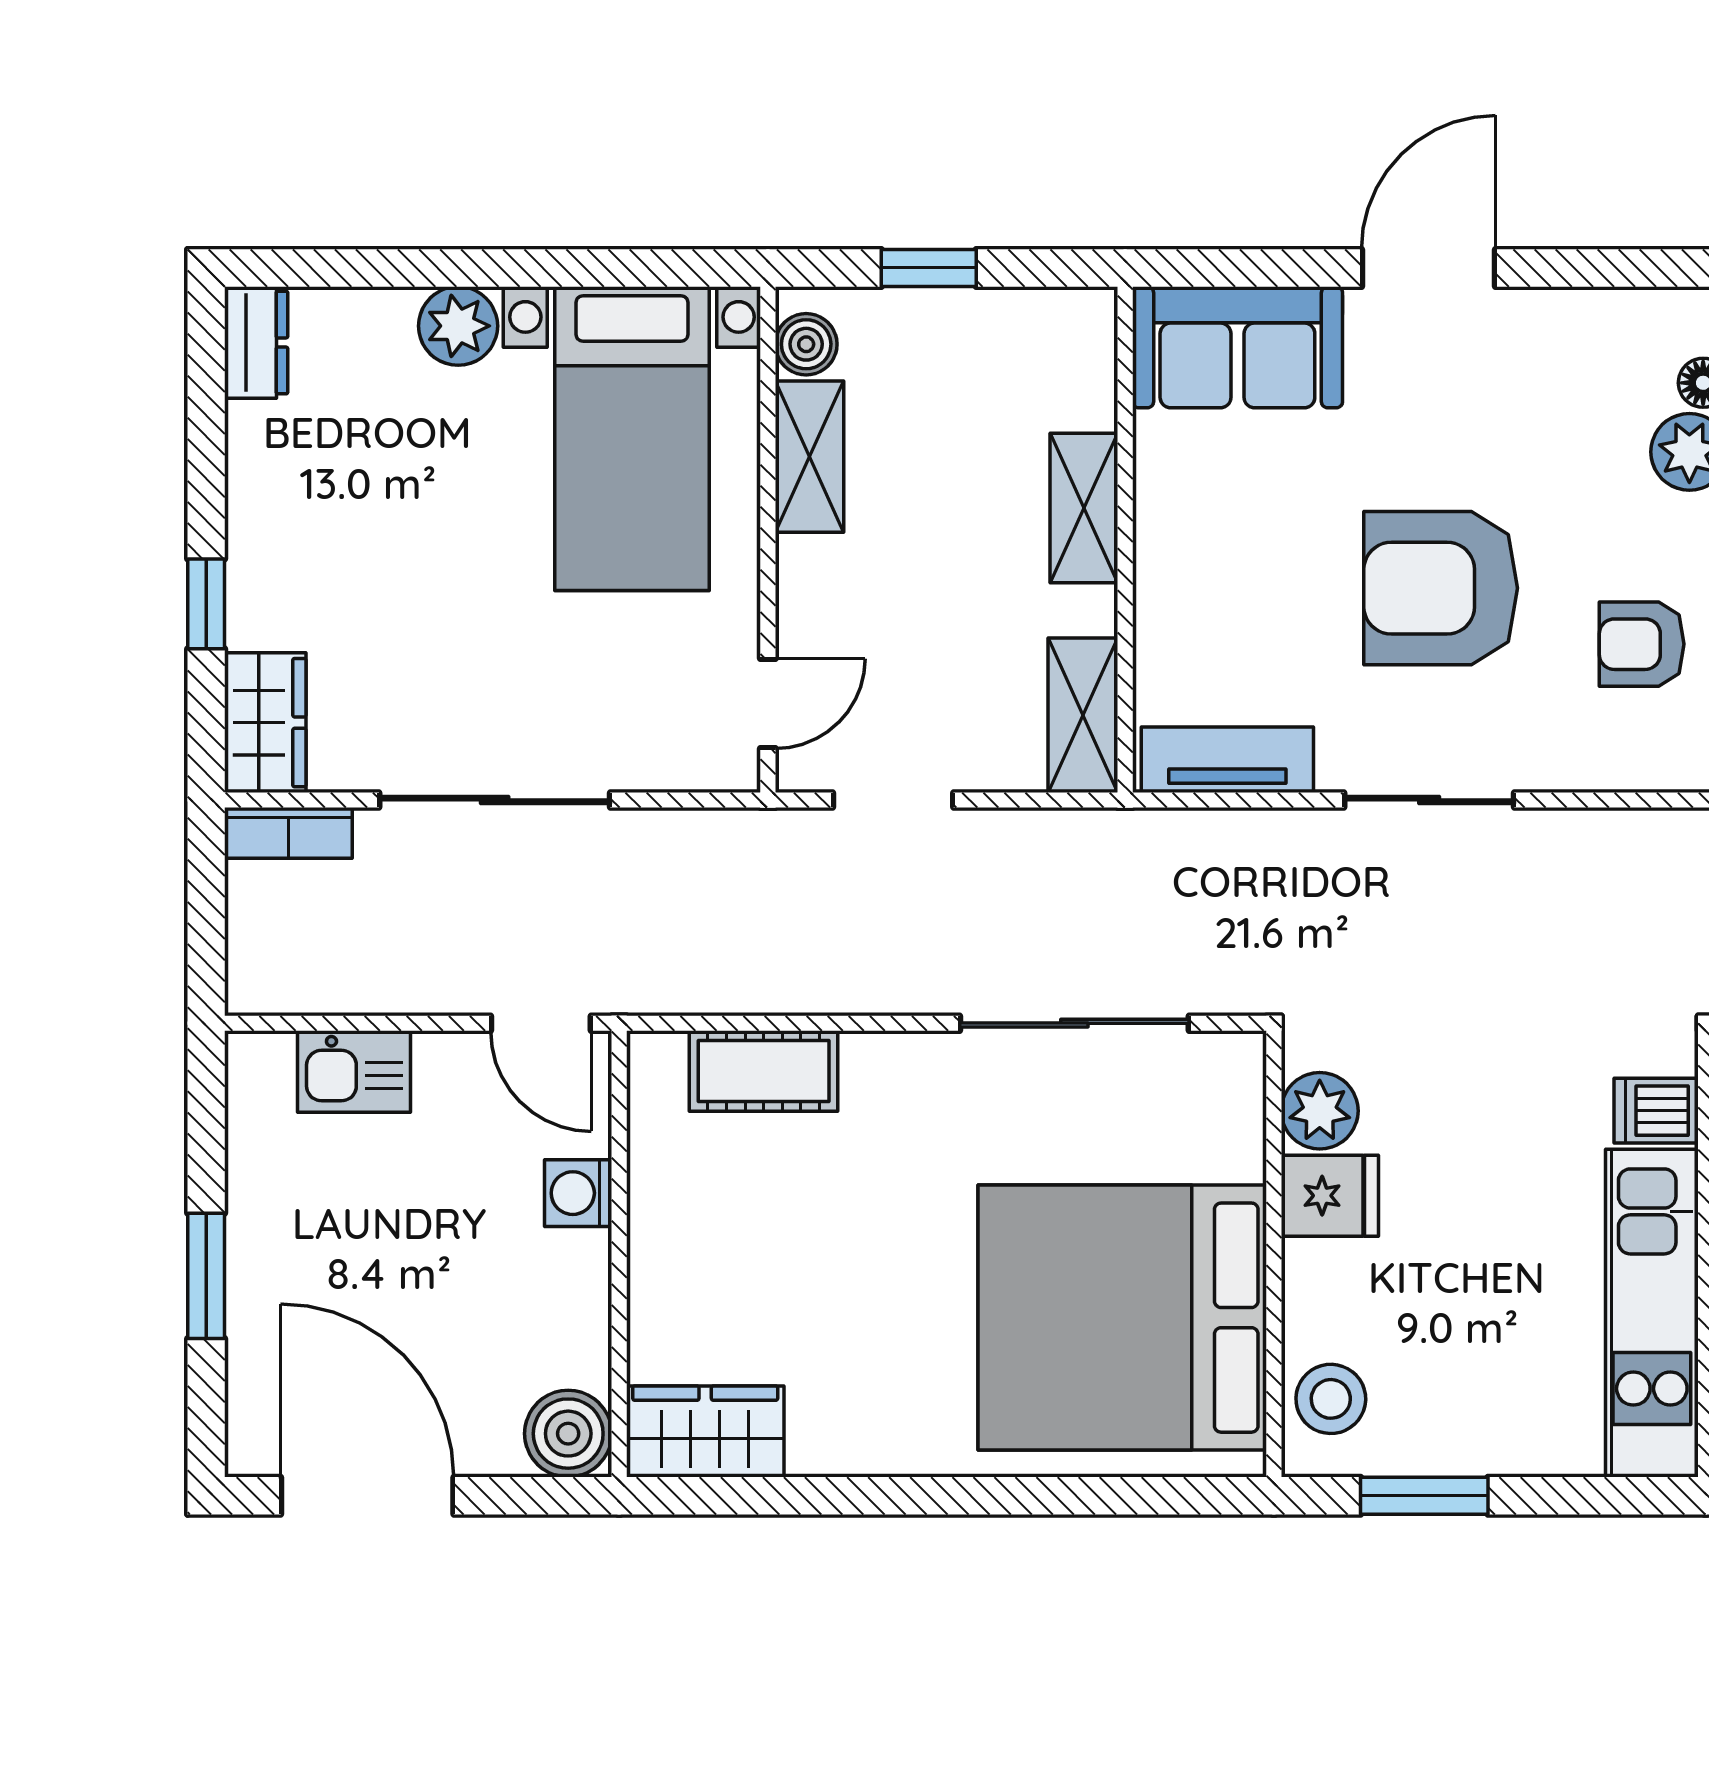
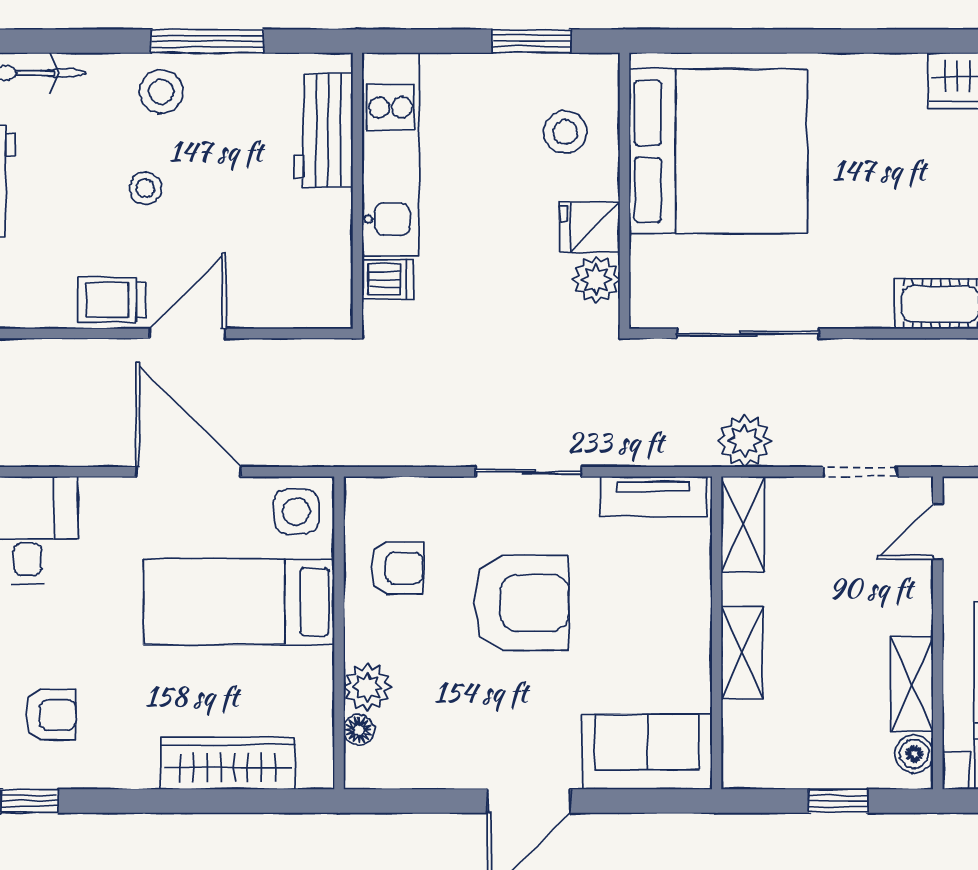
plant: (1080, 850) -> (745, 441), added
stool: (1331, 1399) -> (565, 132), moved

